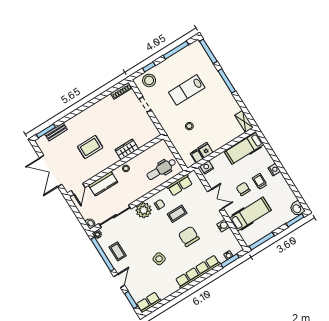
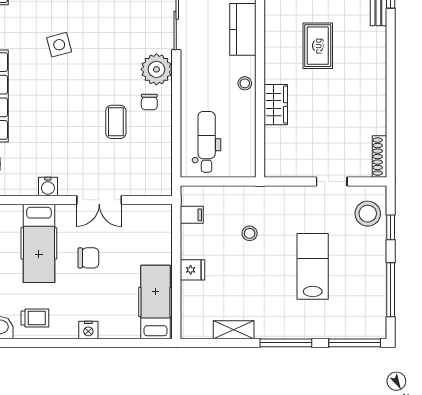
shelving: (244, 121) -> (234, 330), moved
fridge: (205, 150) -> (193, 270), moved
nightstand: (207, 167) -> (163, 219), removed
trolley: (260, 181) -> (35, 318), moved
row of seats: (180, 185) -> (161, 156), removed
chair: (189, 236) -> (66, 118), removed

